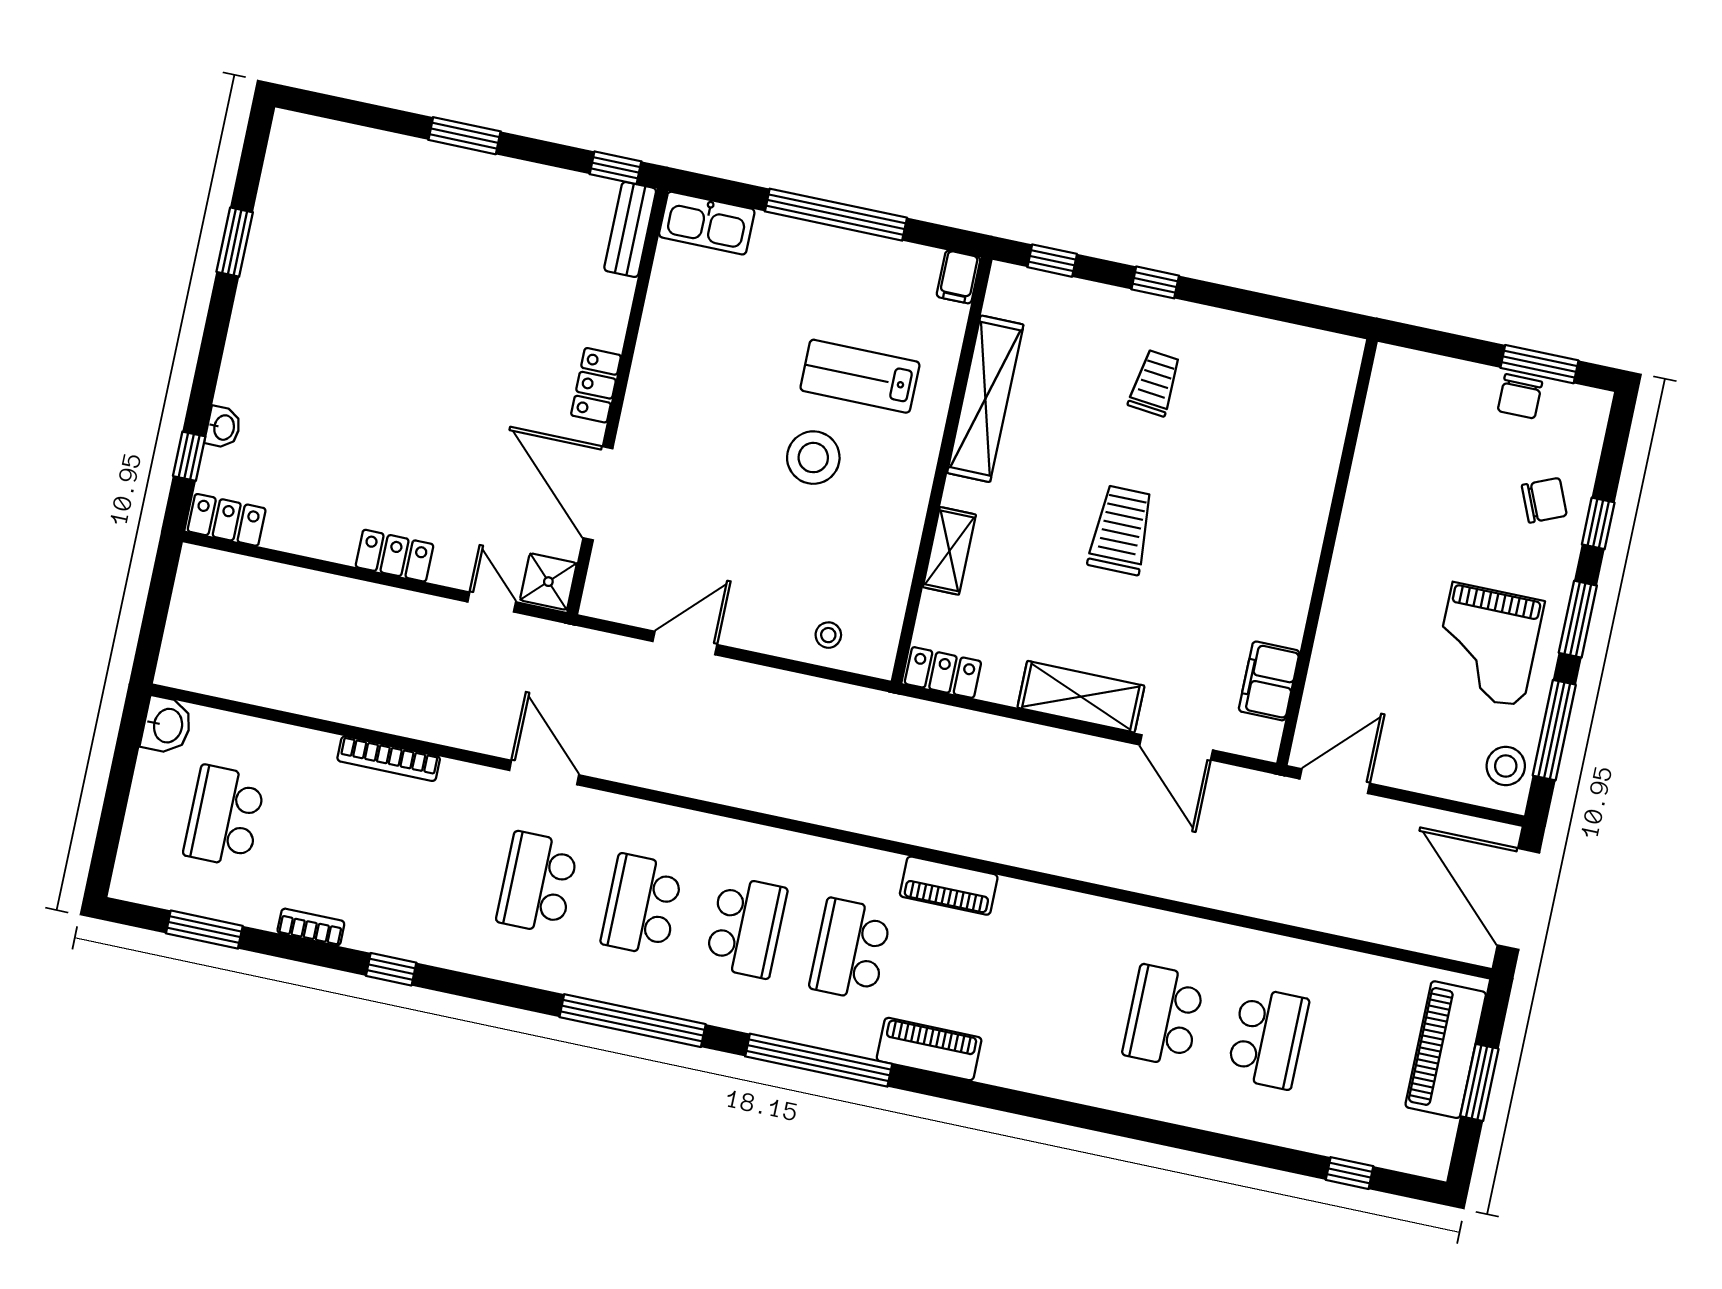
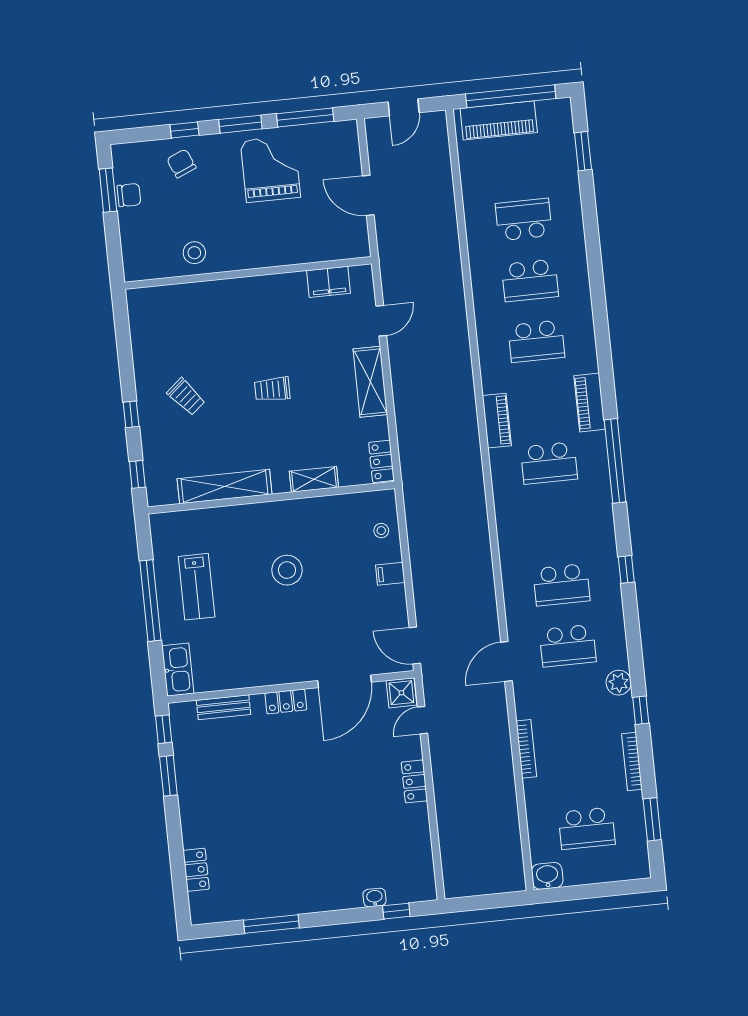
window: (464, 136) -> (168, 776), moved
bench: (630, 229) -> (223, 707), moved
window: (235, 242) -> (271, 924), width x1.44
filing cabinet: (958, 277) -> (390, 574), moved, turned 180
lab bench: (860, 376) -> (197, 587), moved
trolley: (1155, 383) -> (186, 397), turned -136
locker: (227, 520) -> (196, 870), moved, turned 180
trolley: (1121, 530) -> (272, 389), width x0.73, depth x0.72
door: (685, 643) -> (415, 646), moved
grand piano: (1487, 645) -> (270, 169), turned -90
door: (1176, 747) -> (381, 321), width x0.73
stool: (1506, 766) -> (194, 253), moved
door: (1335, 781) -> (368, 195), moved
door: (1518, 899) -> (404, 107), width x0.53
bookcase: (311, 927) -> (632, 762), width x1.56
school desk: (746, 927) -> (536, 341), moved, turned 180
plant: (449, 947) -> (619, 683), added
window: (633, 1021) -> (626, 569), width x0.32
window: (1479, 1082) -> (511, 96), width x2.11
window: (1350, 1173) -> (583, 151), width x1.50

